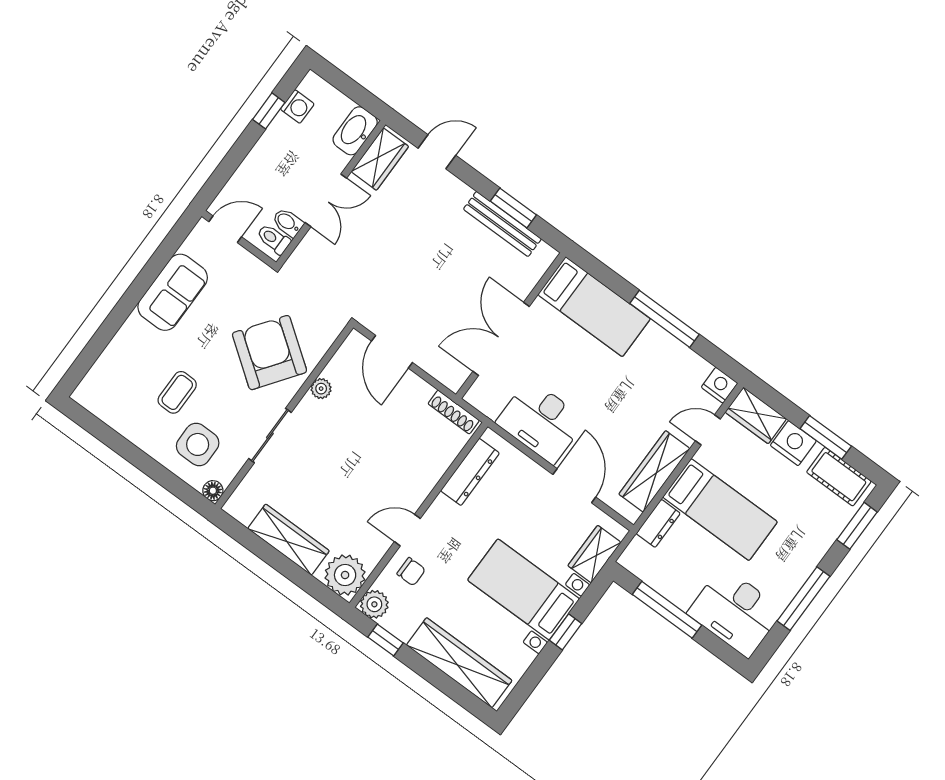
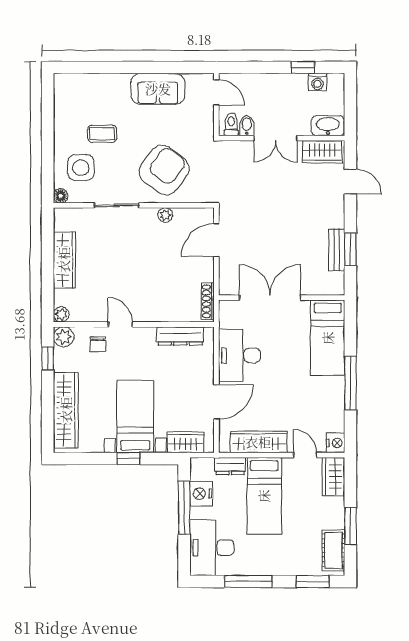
bench: (502, 224) -> (337, 250), width x0.73
nightstand: (793, 443) -> (201, 494), moved, turned 180
plant: (345, 575) -> (61, 314), width x0.53, depth x0.53

